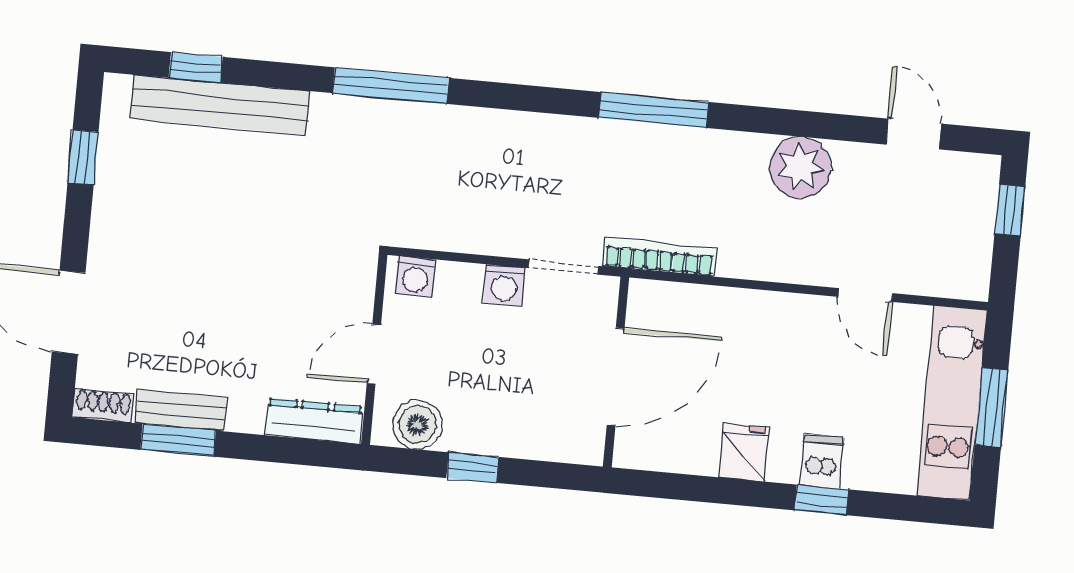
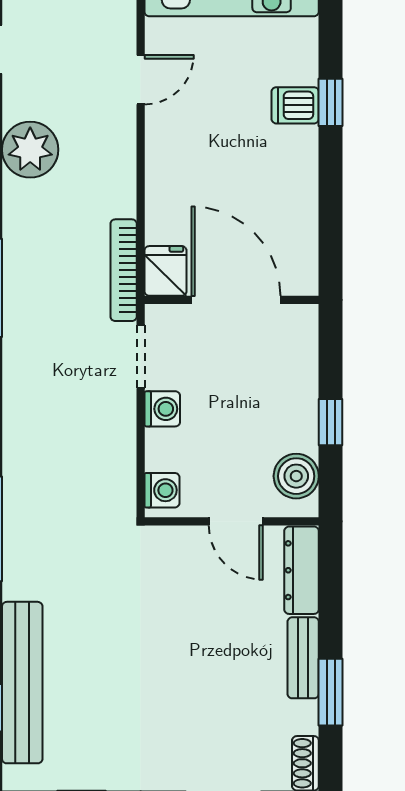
bench: (181, 410) -> (303, 658), moved
fridge: (744, 452) -> (165, 271), moved, turned 90

